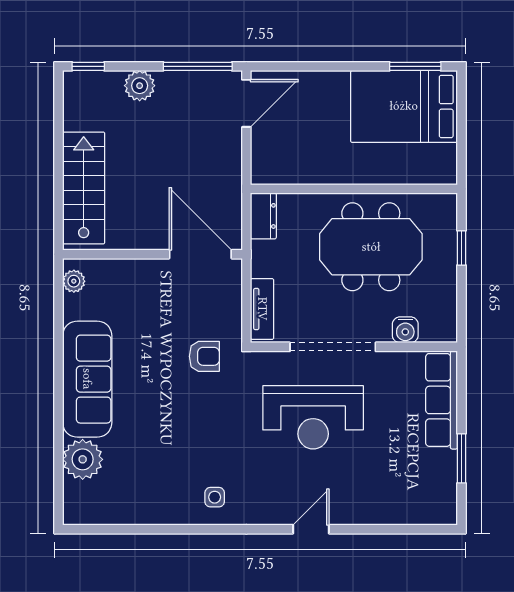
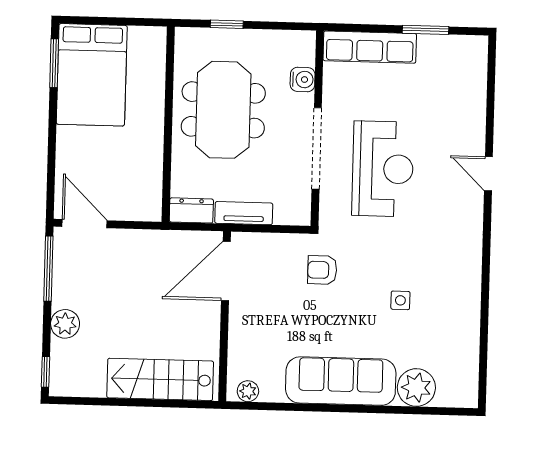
tv unit: (262, 309) -> (244, 213), moved
armchair: (204, 356) -> (322, 270), turned -90
side table: (215, 497) -> (400, 300), moved

